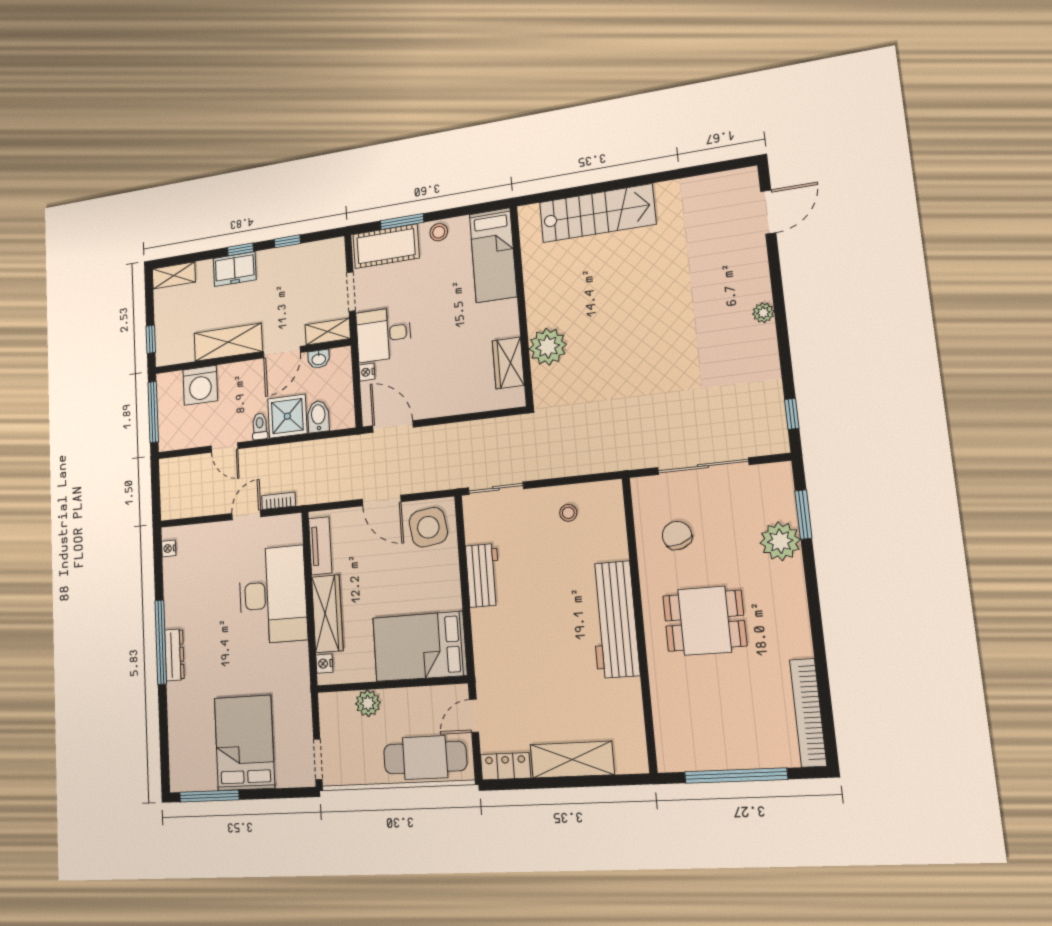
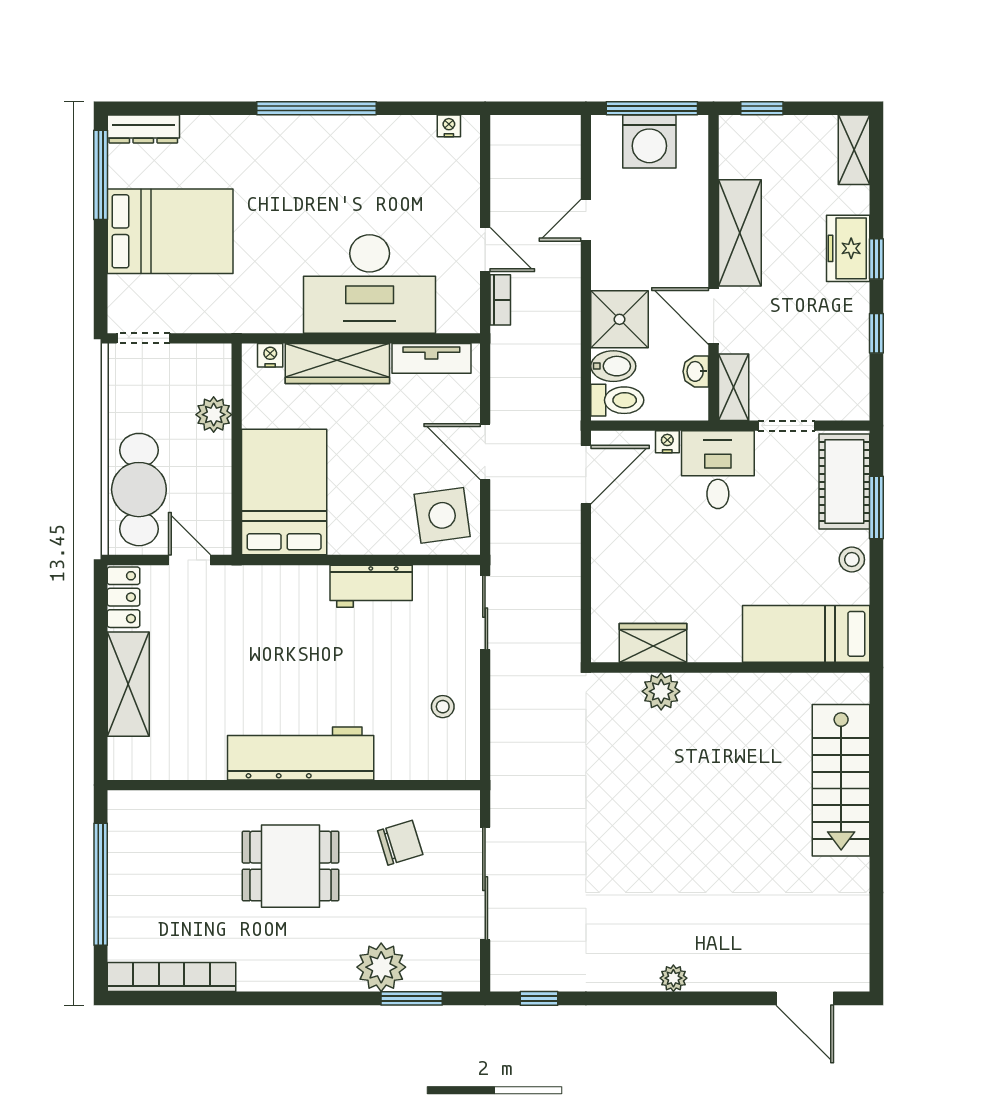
plant: (548, 347) -> (661, 691), width x0.73, depth x0.73
washing machine: (200, 385) -> (649, 142), moved, turned -90
toilet: (260, 426) -> (617, 400), moved, width x1.37, depth x1.39
door: (382, 501) -> (485, 452), hinge flipped
dining table: (705, 621) -> (291, 866), turned 90
dresser: (174, 655) -> (143, 129), moved

